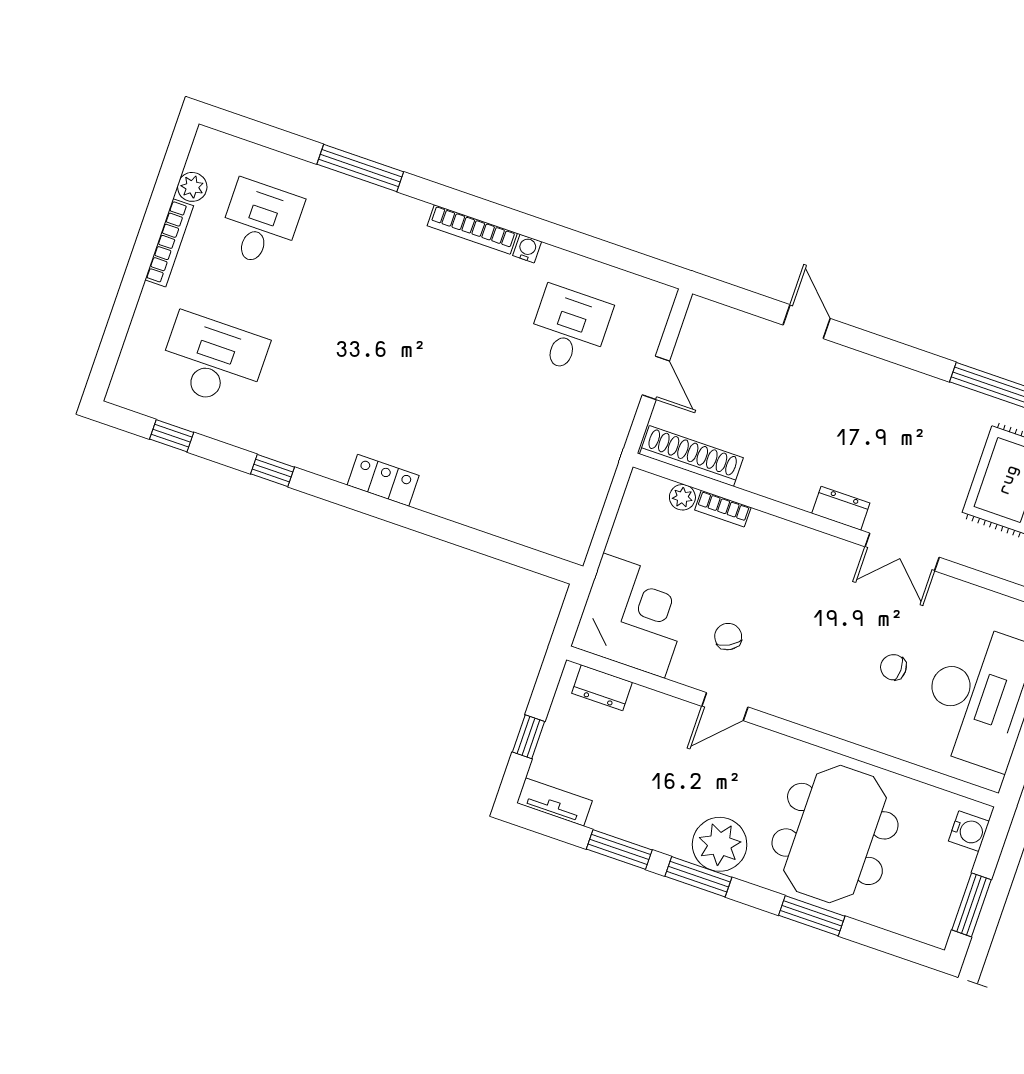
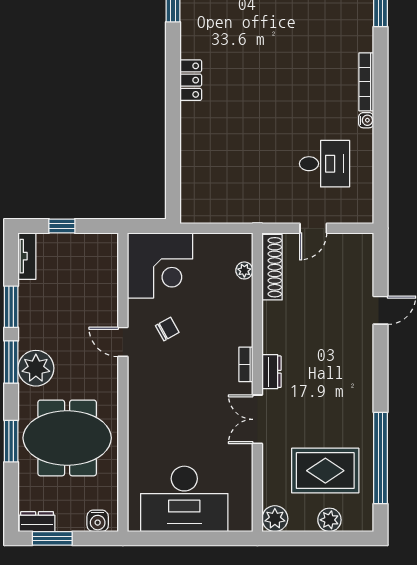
bookcase: (723, 509) -> (246, 364), moved
chair: (893, 667) -> (184, 439), removed
dresser: (602, 688) -> (37, 522), moved, turned 90

